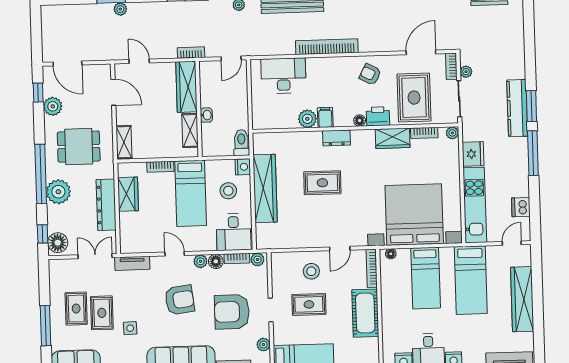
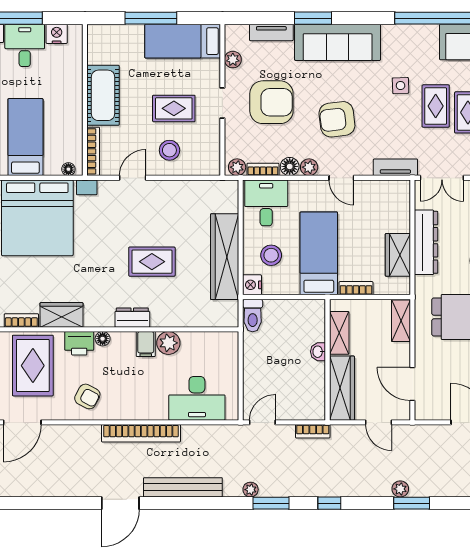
wardrobe: (187, 87) -> (342, 388), moved
wall: (199, 109) -> (328, 360), moved
washbasin: (206, 115) -> (318, 352), moved
shelving: (190, 130) -> (339, 333), moved

